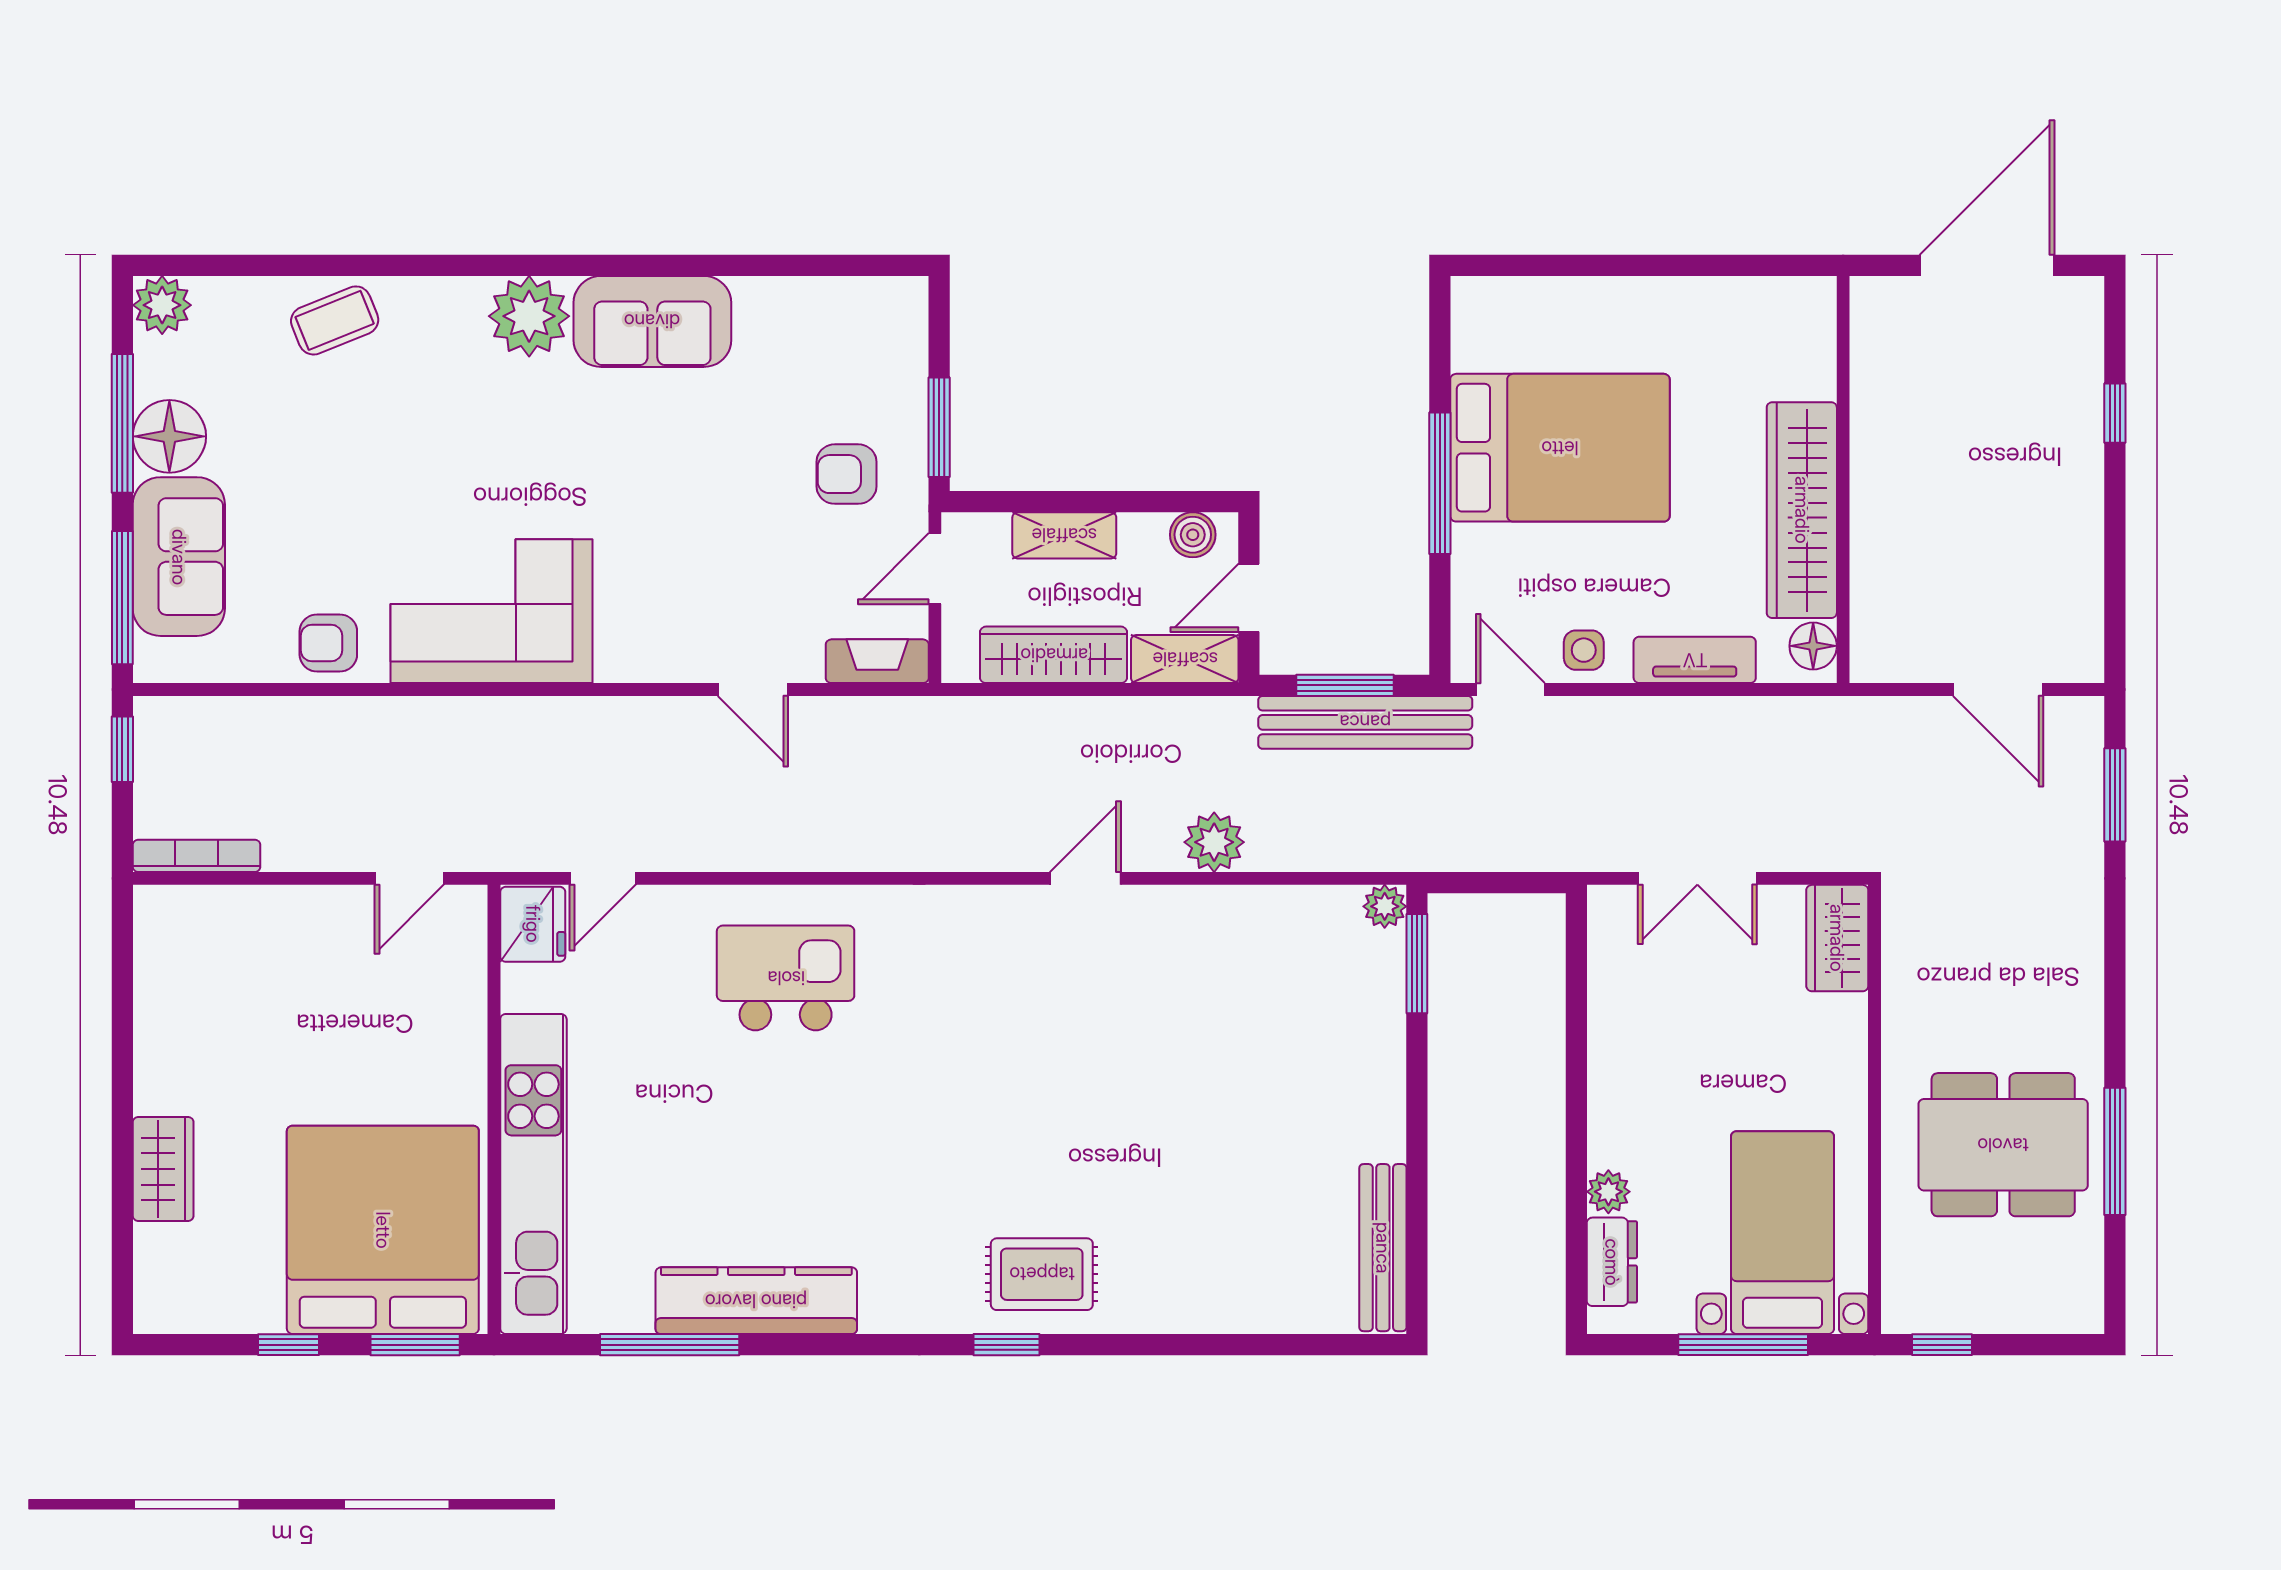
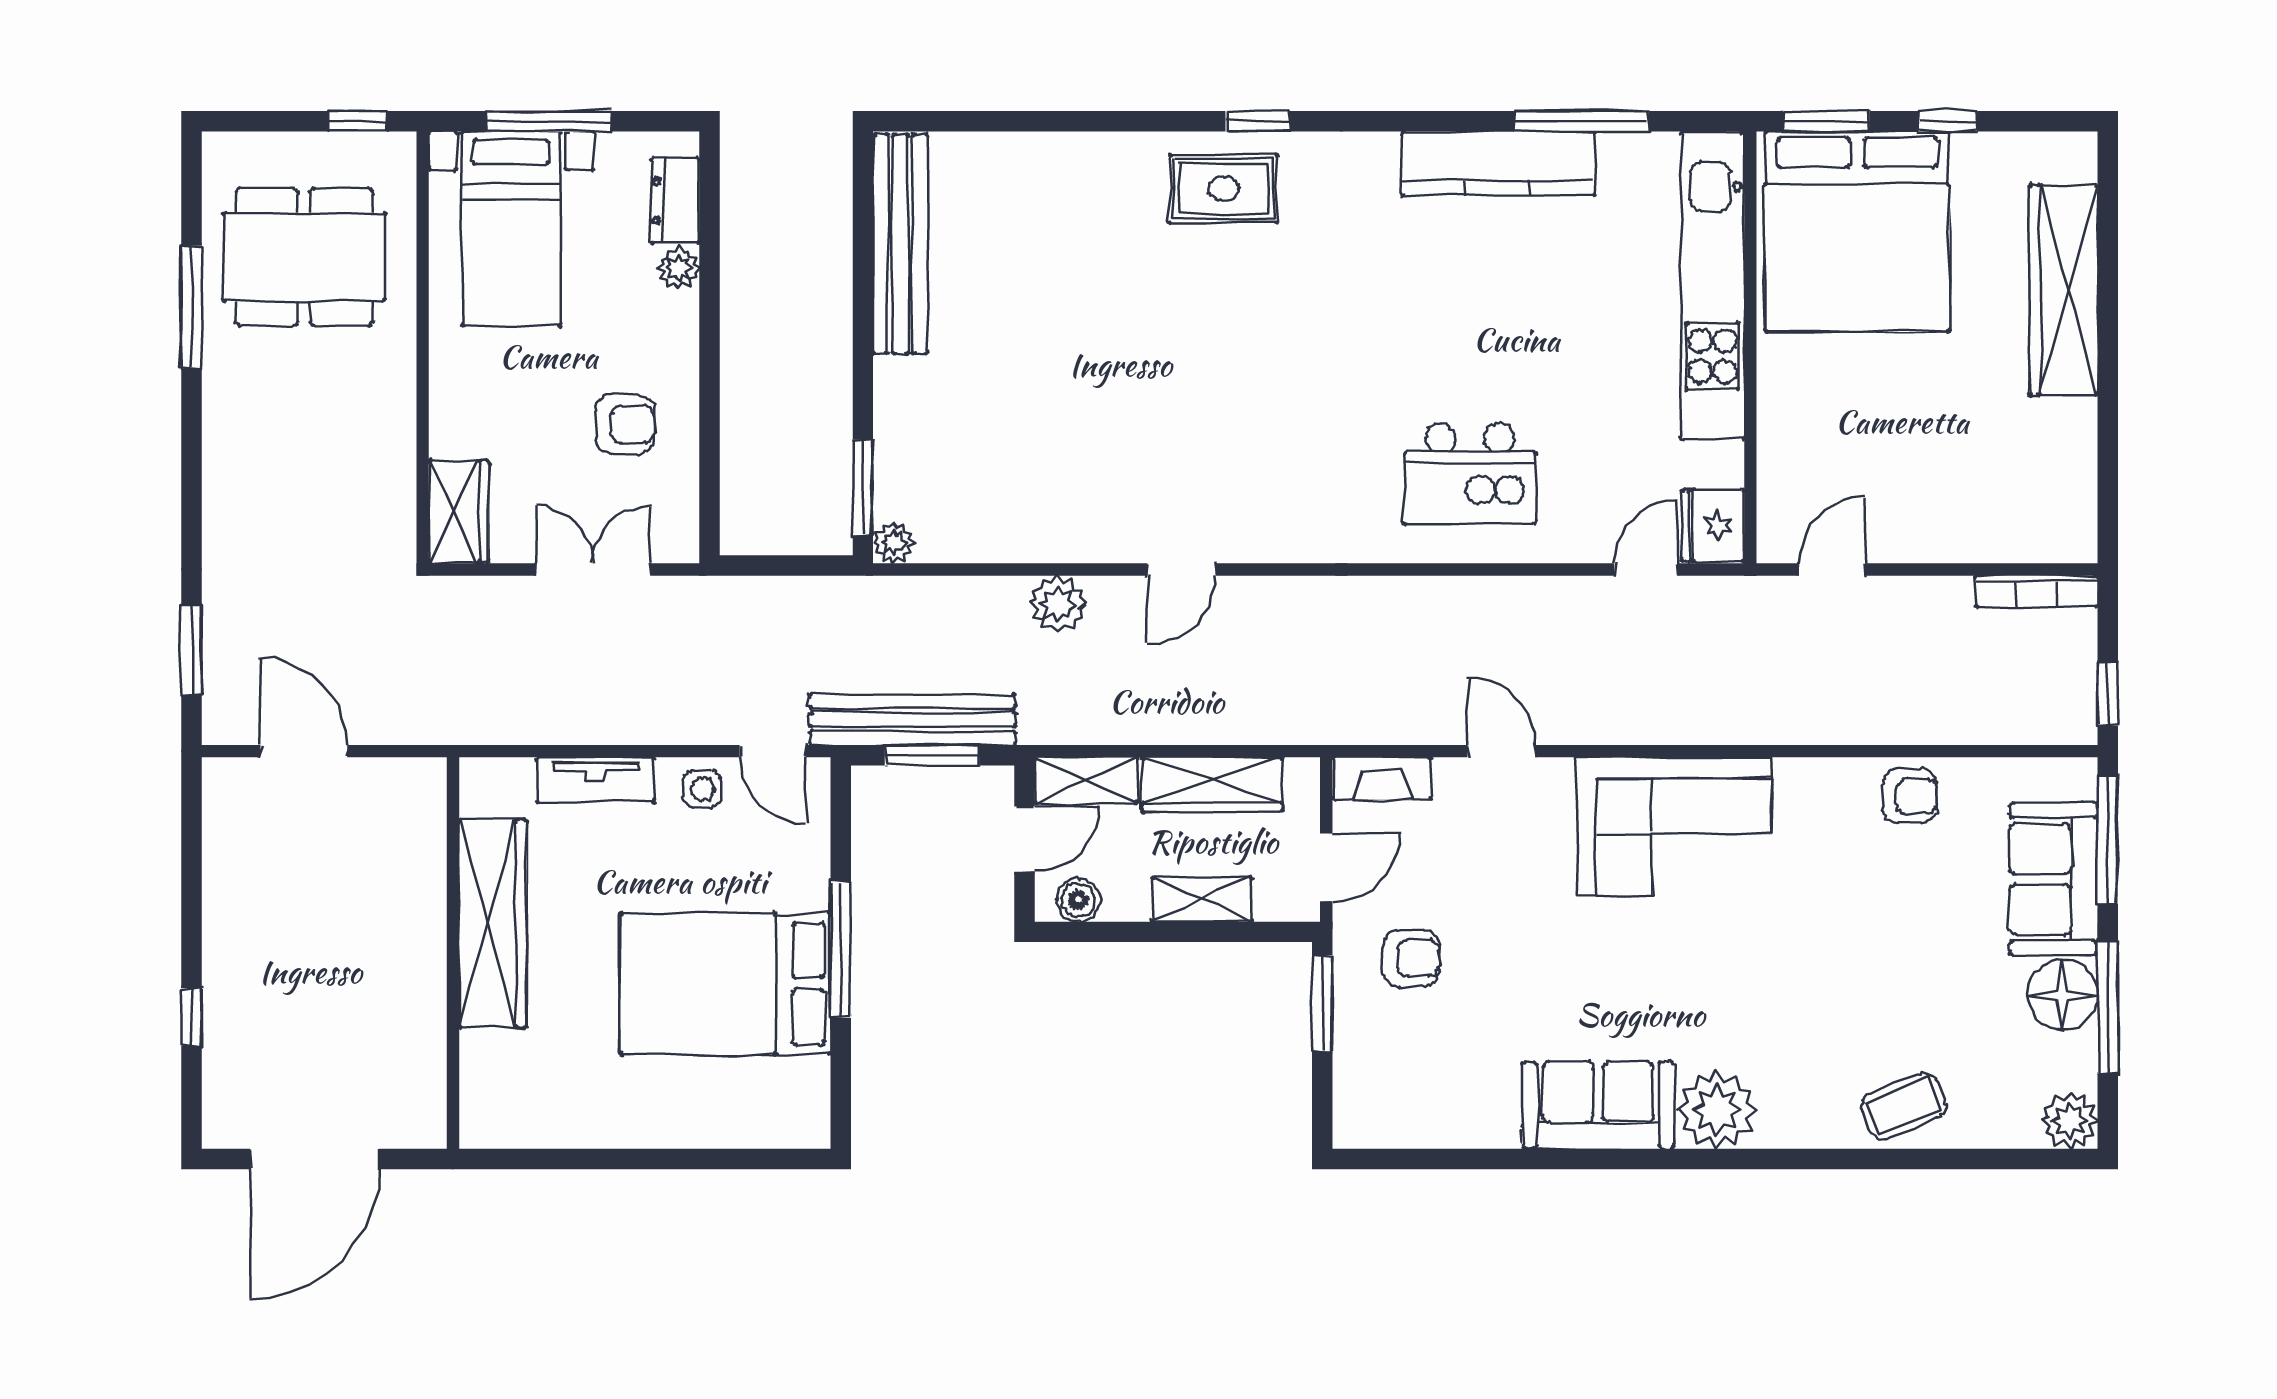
corner sofa: (492, 611) -> (1674, 826), moved
floor lamp: (1813, 646) -> (482, 793), removed
armchair: (1664, 1029) -> (625, 424), added
dining table: (2003, 1145) -> (304, 257), moved
wardrobe: (163, 1169) -> (2063, 290), width x2.10, depth x1.17
bench: (1383, 1248) -> (900, 244), width x1.37, depth x1.21

